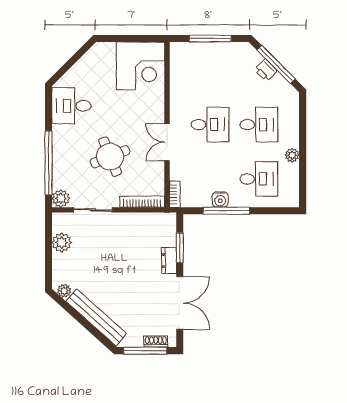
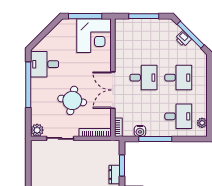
window: (128, 38) -> (85, 16), added
double door: (167, 142) -> (113, 90), width x1.37
plant: (292, 155) -> (202, 123), moved
round table: (110, 157) -> (72, 100), turned 32
window: (48, 163) -> (28, 85), moved
water cooler: (220, 200) -> (140, 131), moved
plant: (62, 242) -> (38, 162), removed

